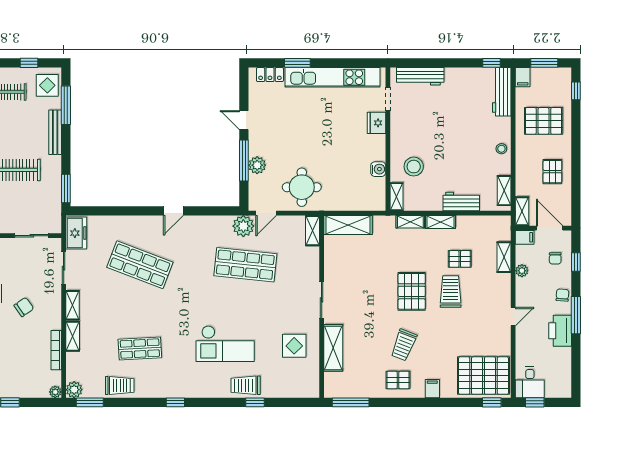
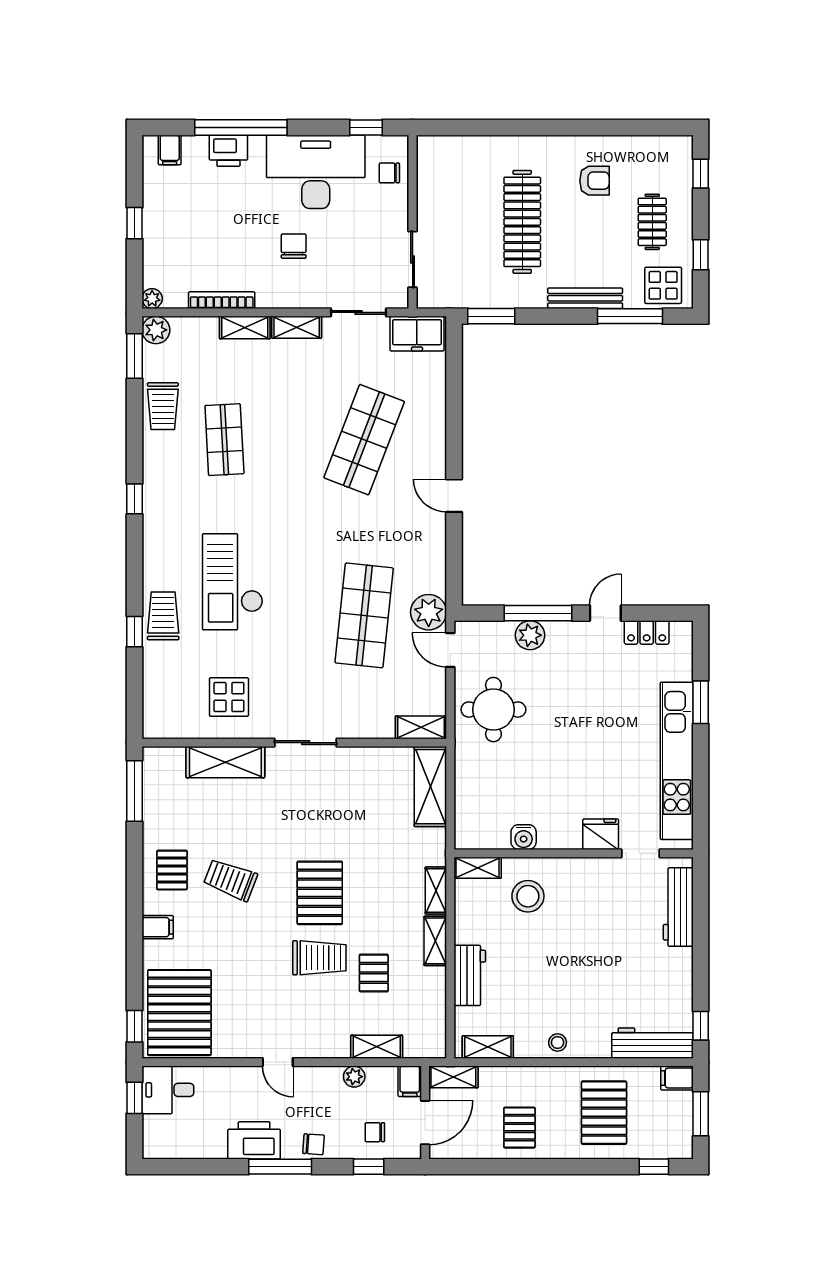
locker: (270, 75) -> (647, 632), moved, turned -90
pallet: (552, 172) -> (519, 1128), turned 90
pallet: (412, 291) -> (320, 893), turned 90
chair: (24, 307) -> (294, 246), turned -145

